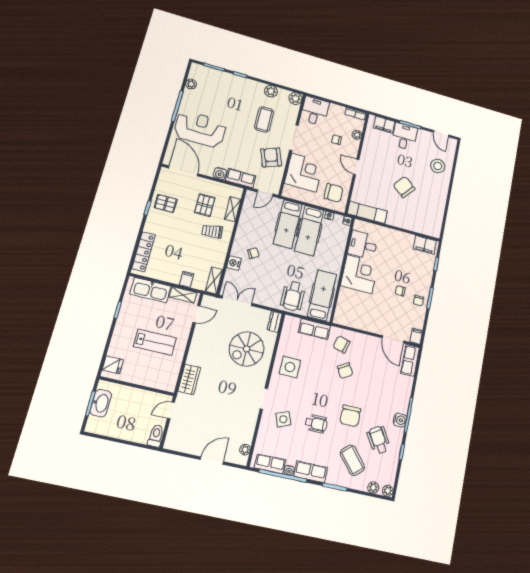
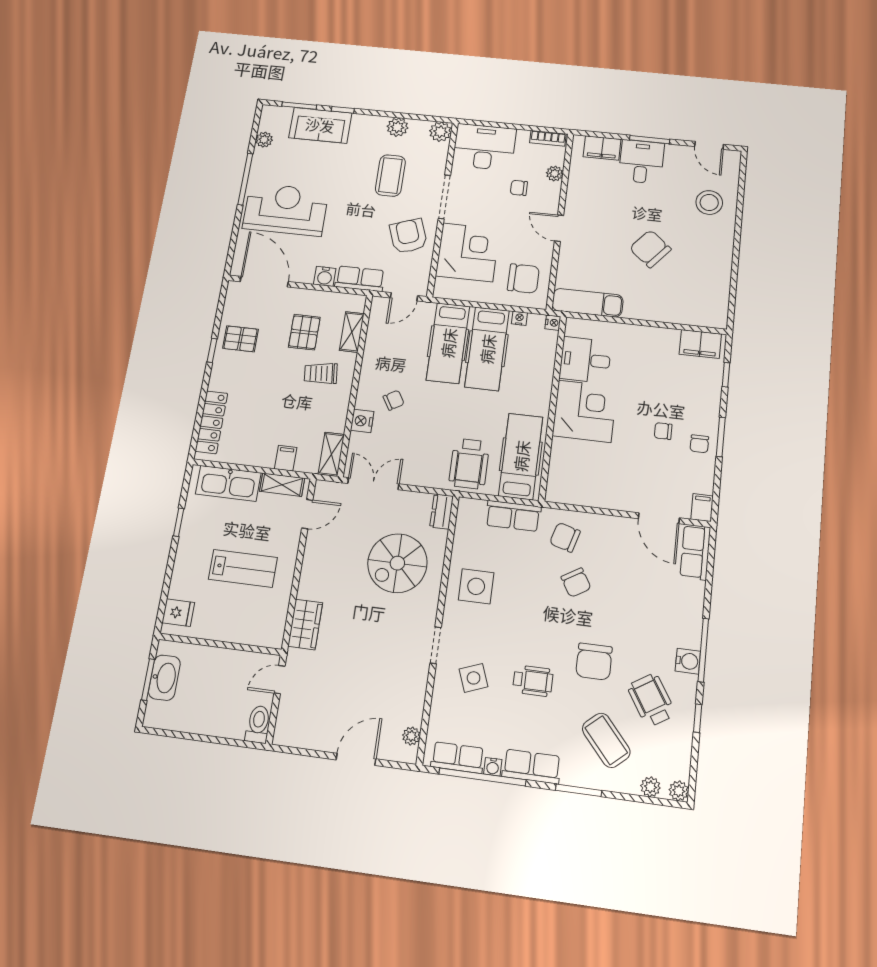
sofa: (226, 82) -> (320, 125), added
desk: (315, 111) -> (484, 147), width x1.37

